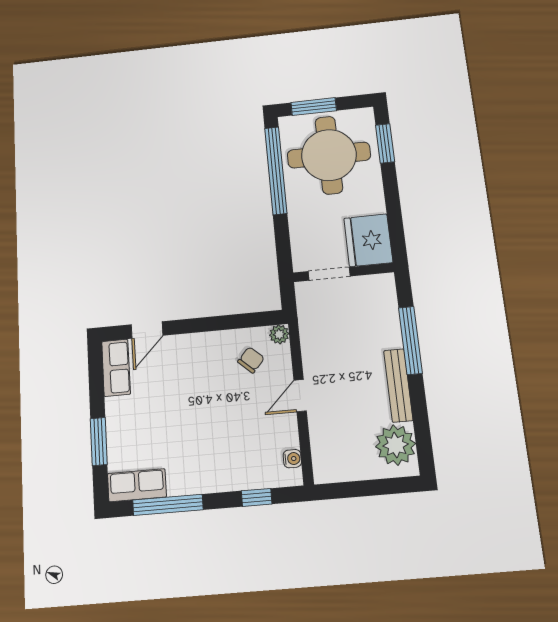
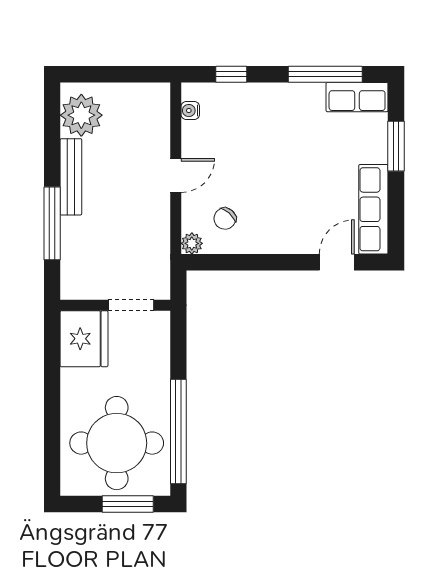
window: (385, 143) -> (52, 450), removed
row of seats: (116, 368) -> (373, 209), width x1.48

